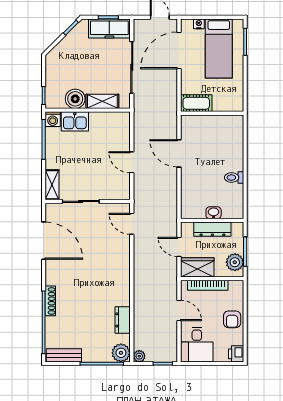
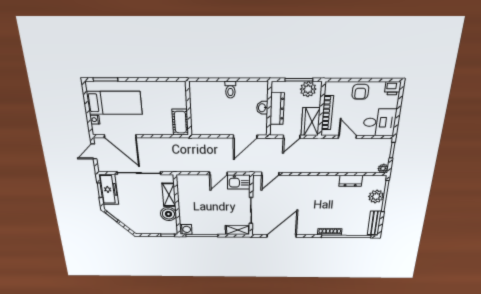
cot: (196, 103) -> (180, 122), moved
wall: (212, 113) -> (189, 109), moved
kitchen sink: (75, 121) -> (239, 182), moved, turned 90
door: (179, 153) -> (245, 137), moved
door: (179, 310) -> (347, 137), hinge flipped
armchair: (232, 319) -> (360, 92), turned 90
plant: (121, 353) -> (376, 196), moved

